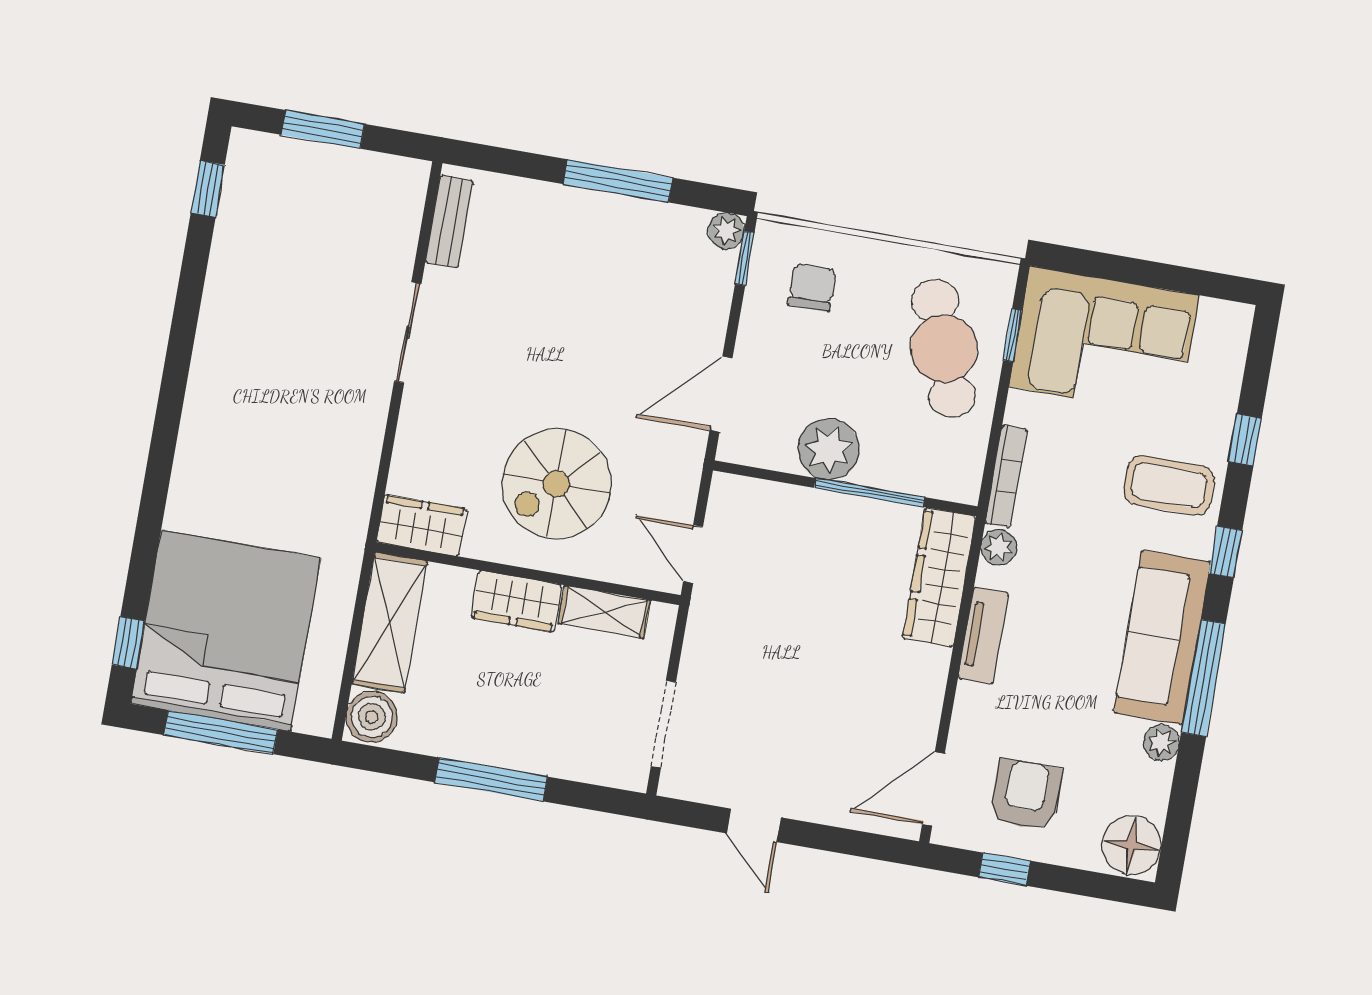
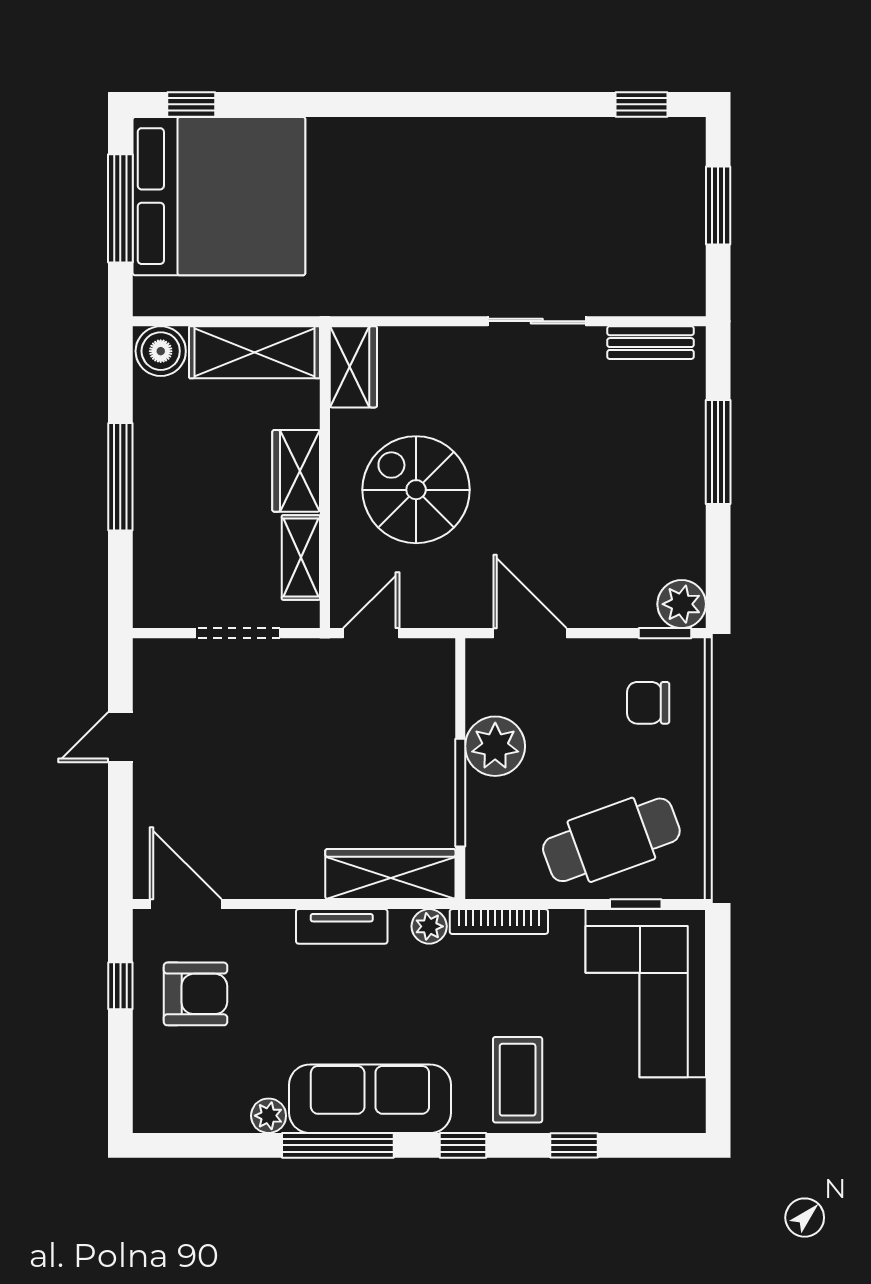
window: (618, 181) -> (718, 452), moved
plant: (726, 231) -> (682, 604), width x1.38, depth x1.38
chair: (812, 287) -> (648, 703), turned 180
doorway: (663, 724) -> (238, 633), moved
floor lamp: (1132, 845) -> (165, 1104), removed

